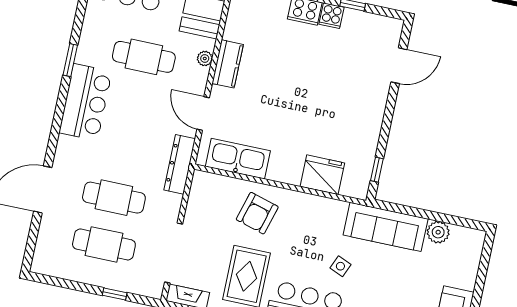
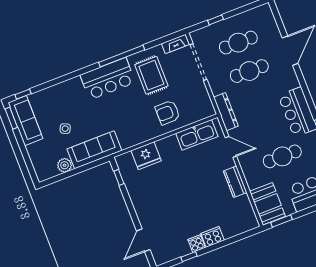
plant: (205, 58) -> (249, 177), removed
armchair: (257, 213) -> (168, 113), turned -106
side table: (340, 266) -> (65, 129), moved

